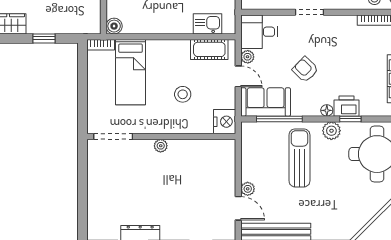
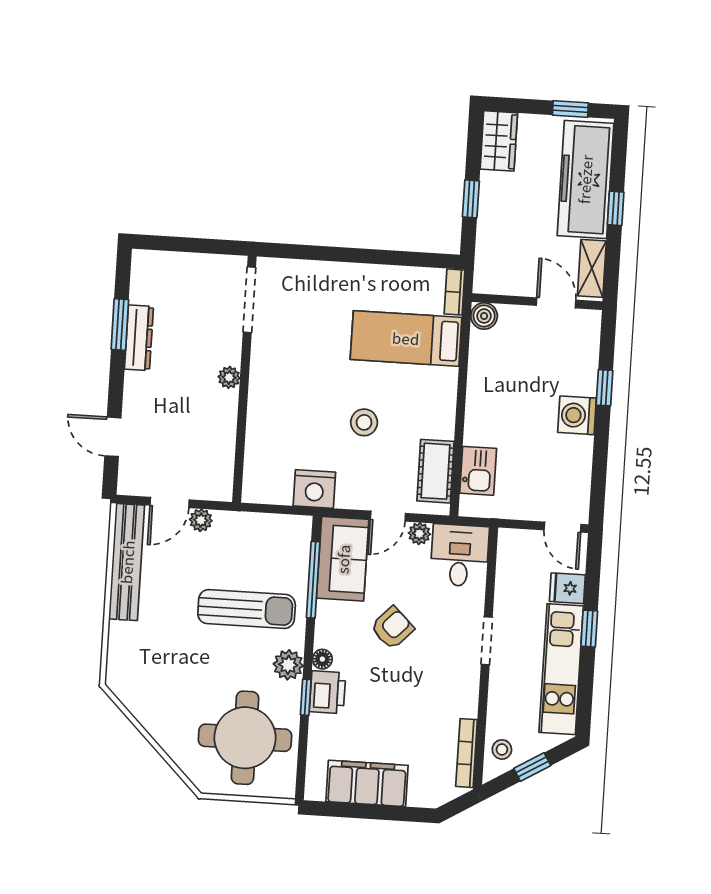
doorway: (113, 136) -> (249, 300), moved
wall: (161, 136) -> (244, 379), moved
plant: (161, 146) -> (229, 377), moved

